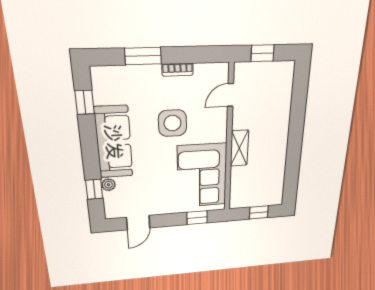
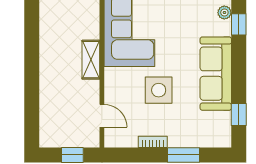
door: (231, 95) -> (102, 116), hinge flipped
plant: (108, 185) -> (224, 12), moved

